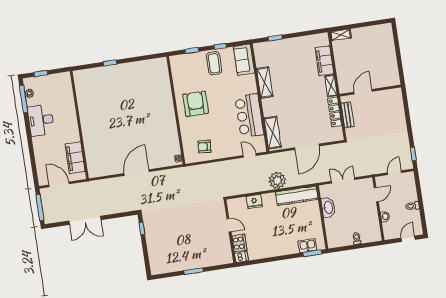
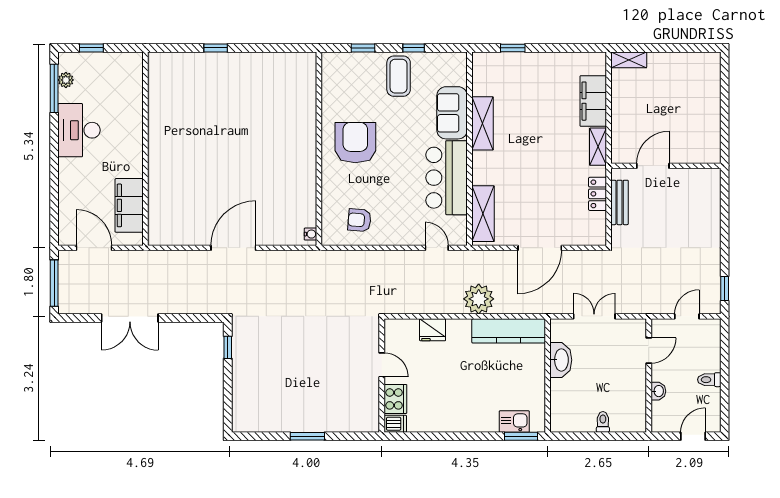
sofa: (244, 60) -> (452, 113), moved
locker: (335, 112) -> (598, 194), width x0.66

